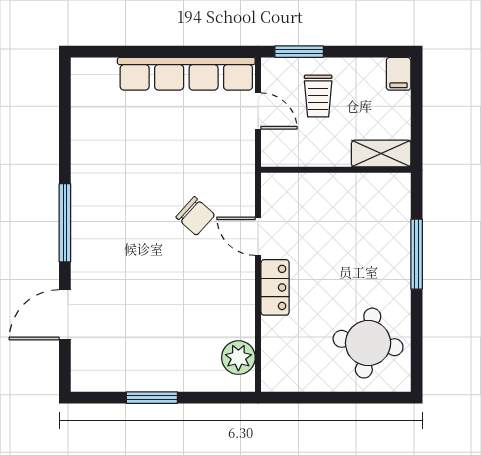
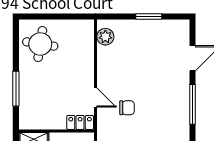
chair: (195, 216) -> (127, 108), turned 138
locker: (275, 287) -> (80, 122), moved, turned 90

